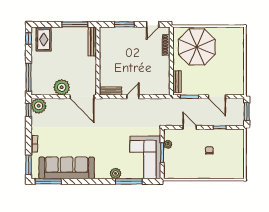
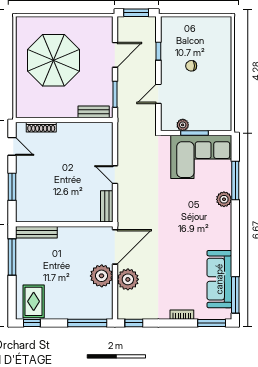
rug: (44, 39) -> (34, 301), turned 90
parasol: (197, 47) -> (54, 60), moved
plant: (39, 106) -> (128, 279), moved
sofa: (67, 168) -> (219, 279), width x0.74, depth x0.79

